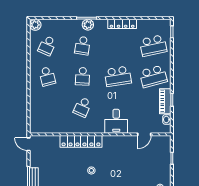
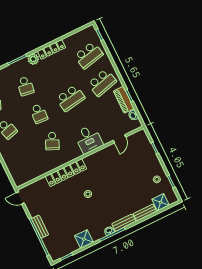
plant: (88, 25) -> (33, 59), moved

